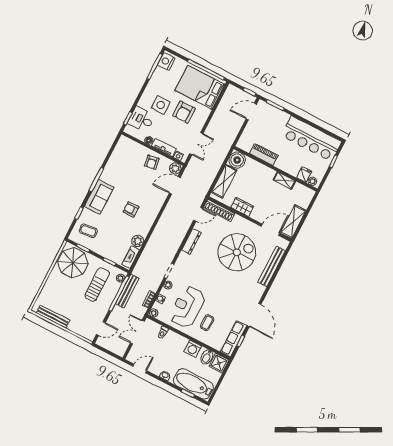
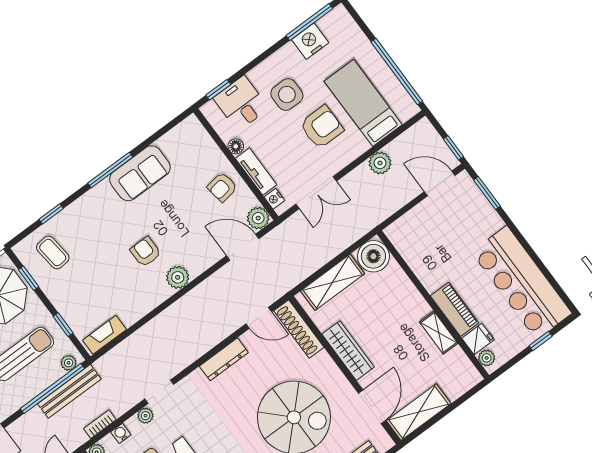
nightstand: (166, 61) -> (310, 41), moved
bed: (200, 87) -> (363, 103), width x0.67
armchair: (184, 112) -> (322, 127), turned 180
plant: (219, 115) -> (380, 163), added
piano: (264, 154) -> (455, 309), moved
sofa: (99, 197) -> (140, 173), moved
wardrobe: (242, 207) -> (348, 351), width x1.50
door: (270, 230) -> (372, 407), hinge flipped
plant: (138, 241) -> (178, 277), moved

